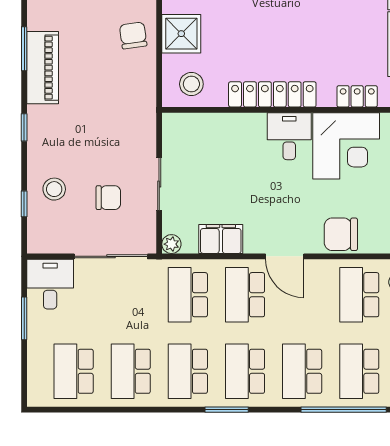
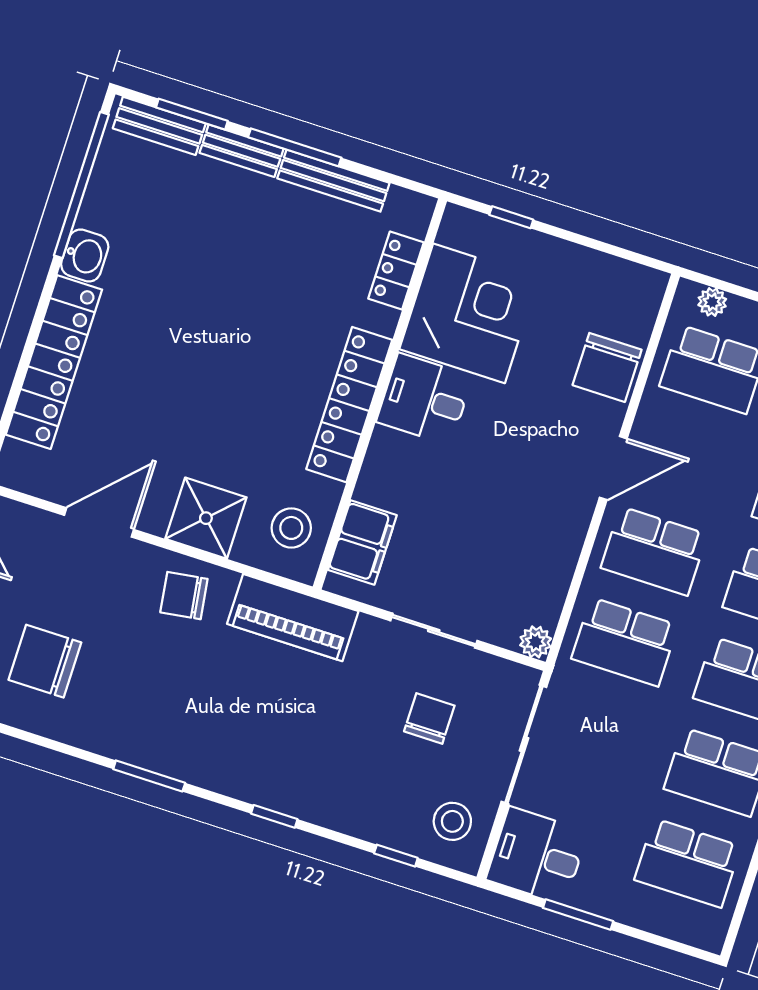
piano: (43, 68) -> (293, 618), moved, turned 180
stool: (54, 189) -> (452, 821), moved
filing cabinet: (221, 239) -> (362, 542), moved, turned 180

